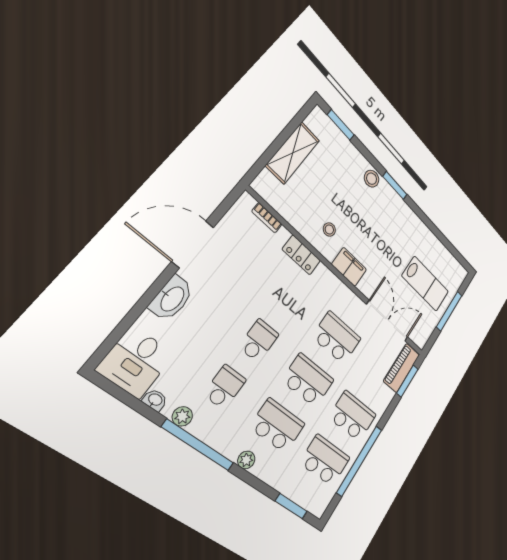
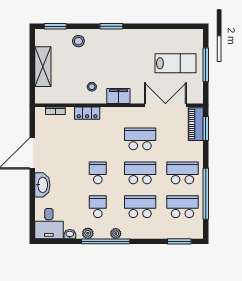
stool: (372, 179) -> (78, 41), moved
plant: (246, 460) -> (116, 234), moved

